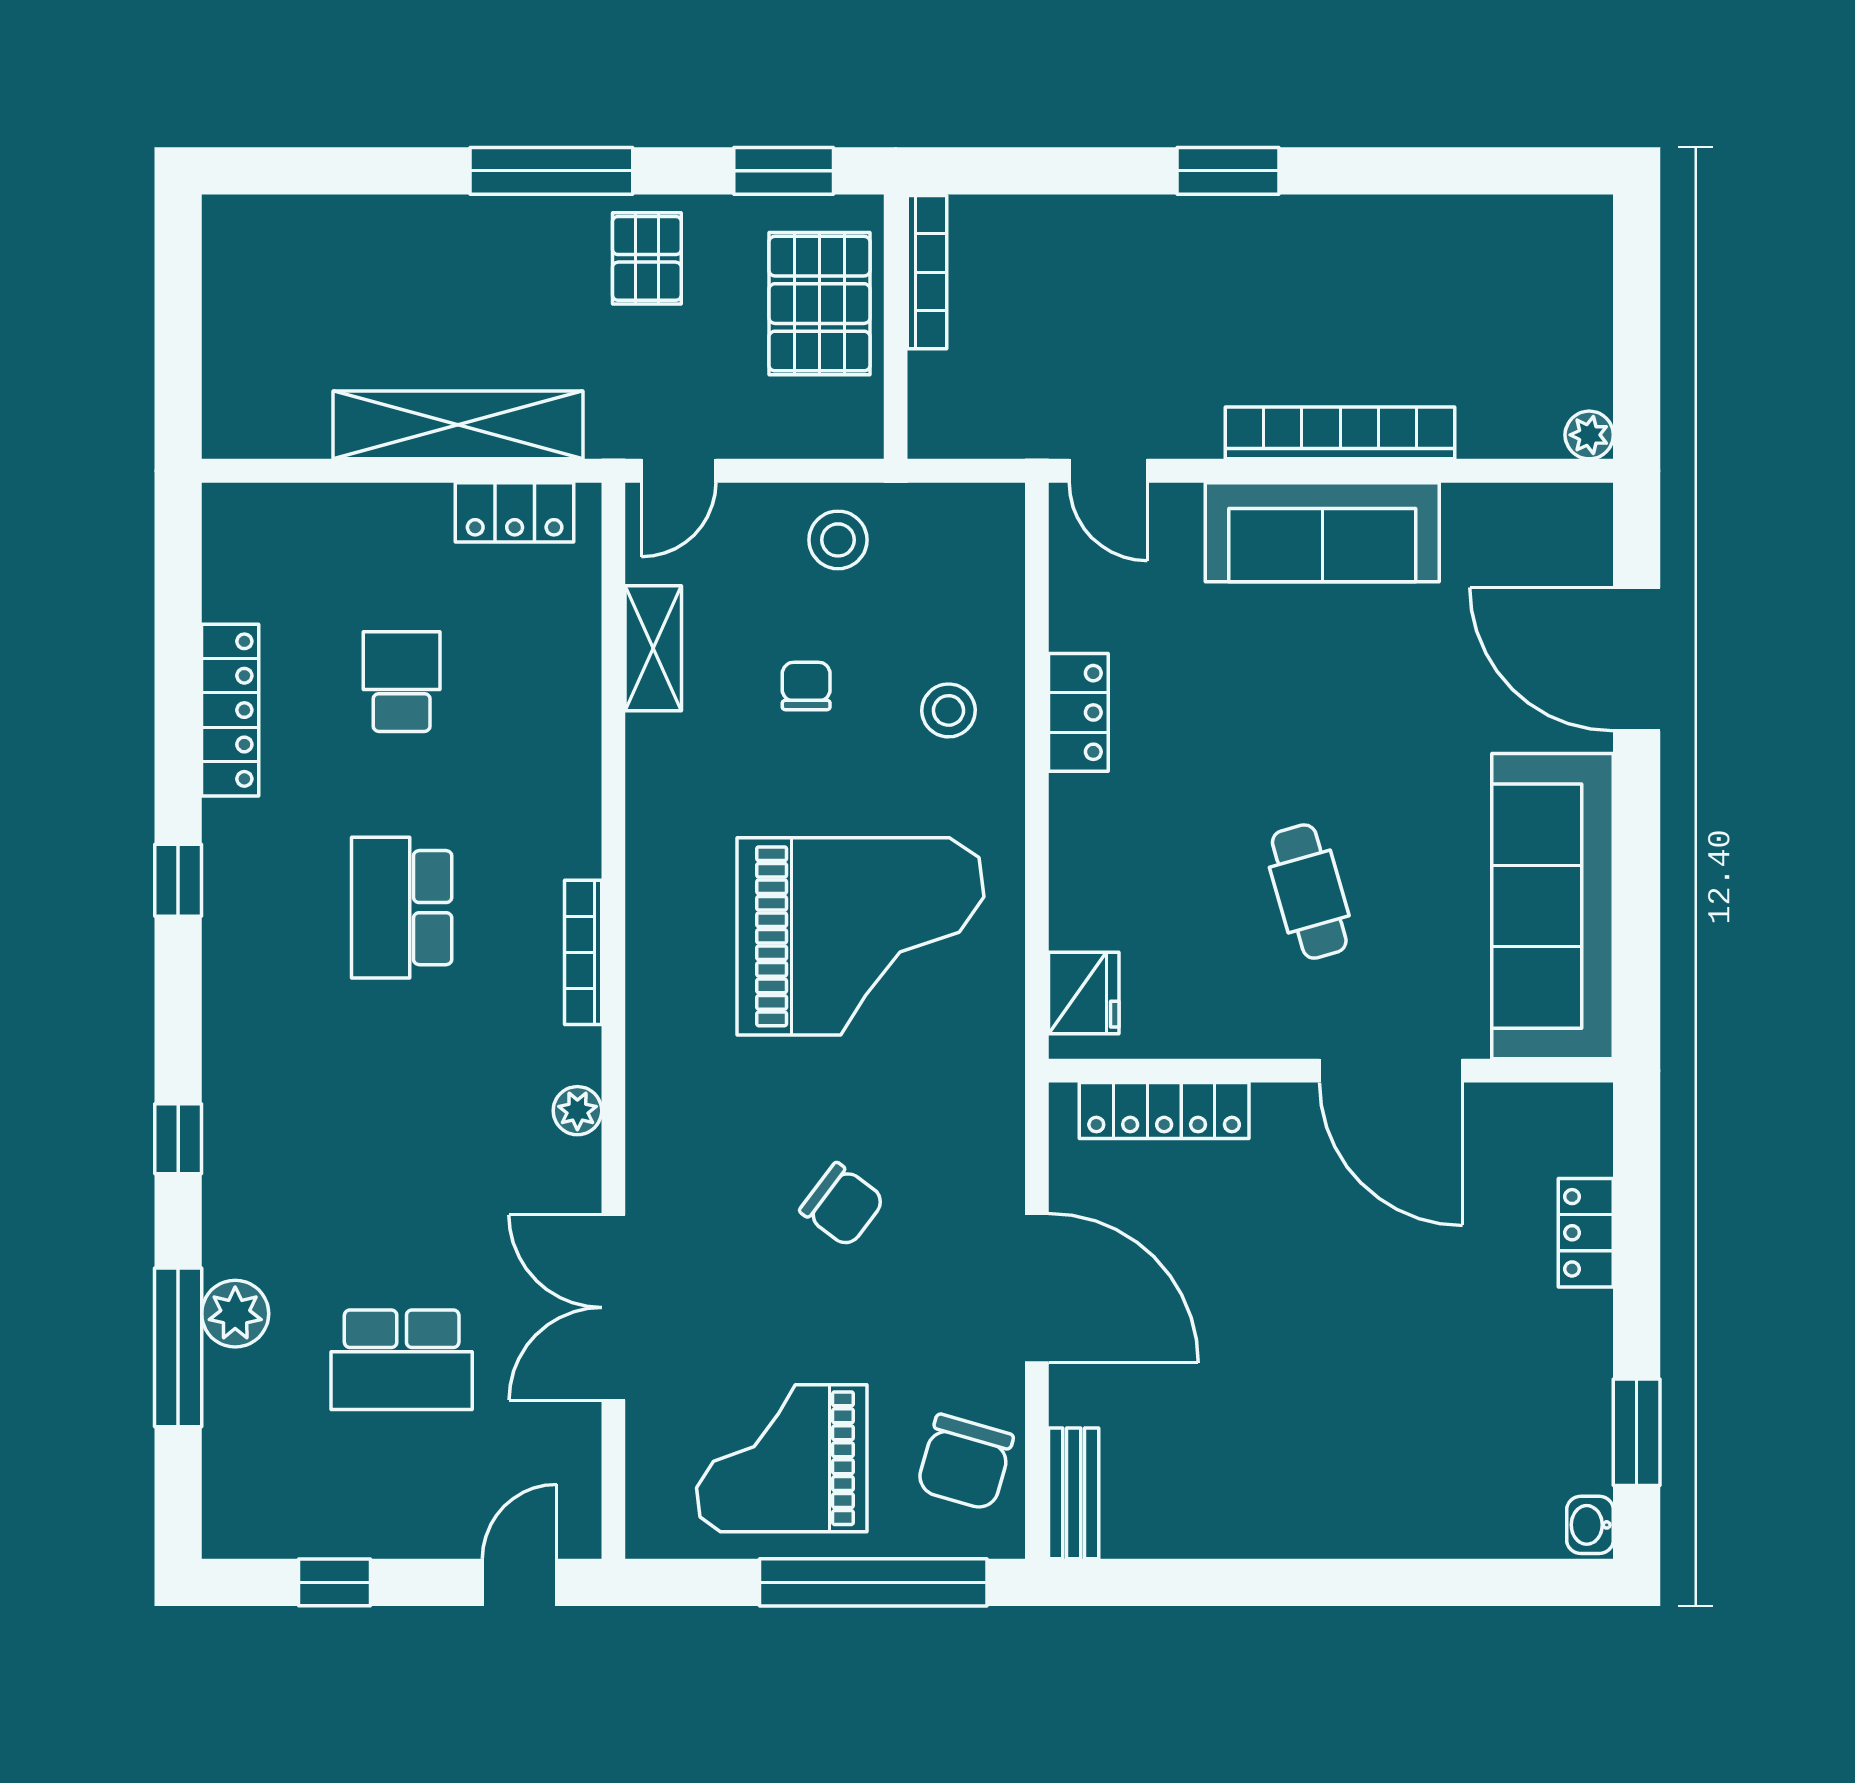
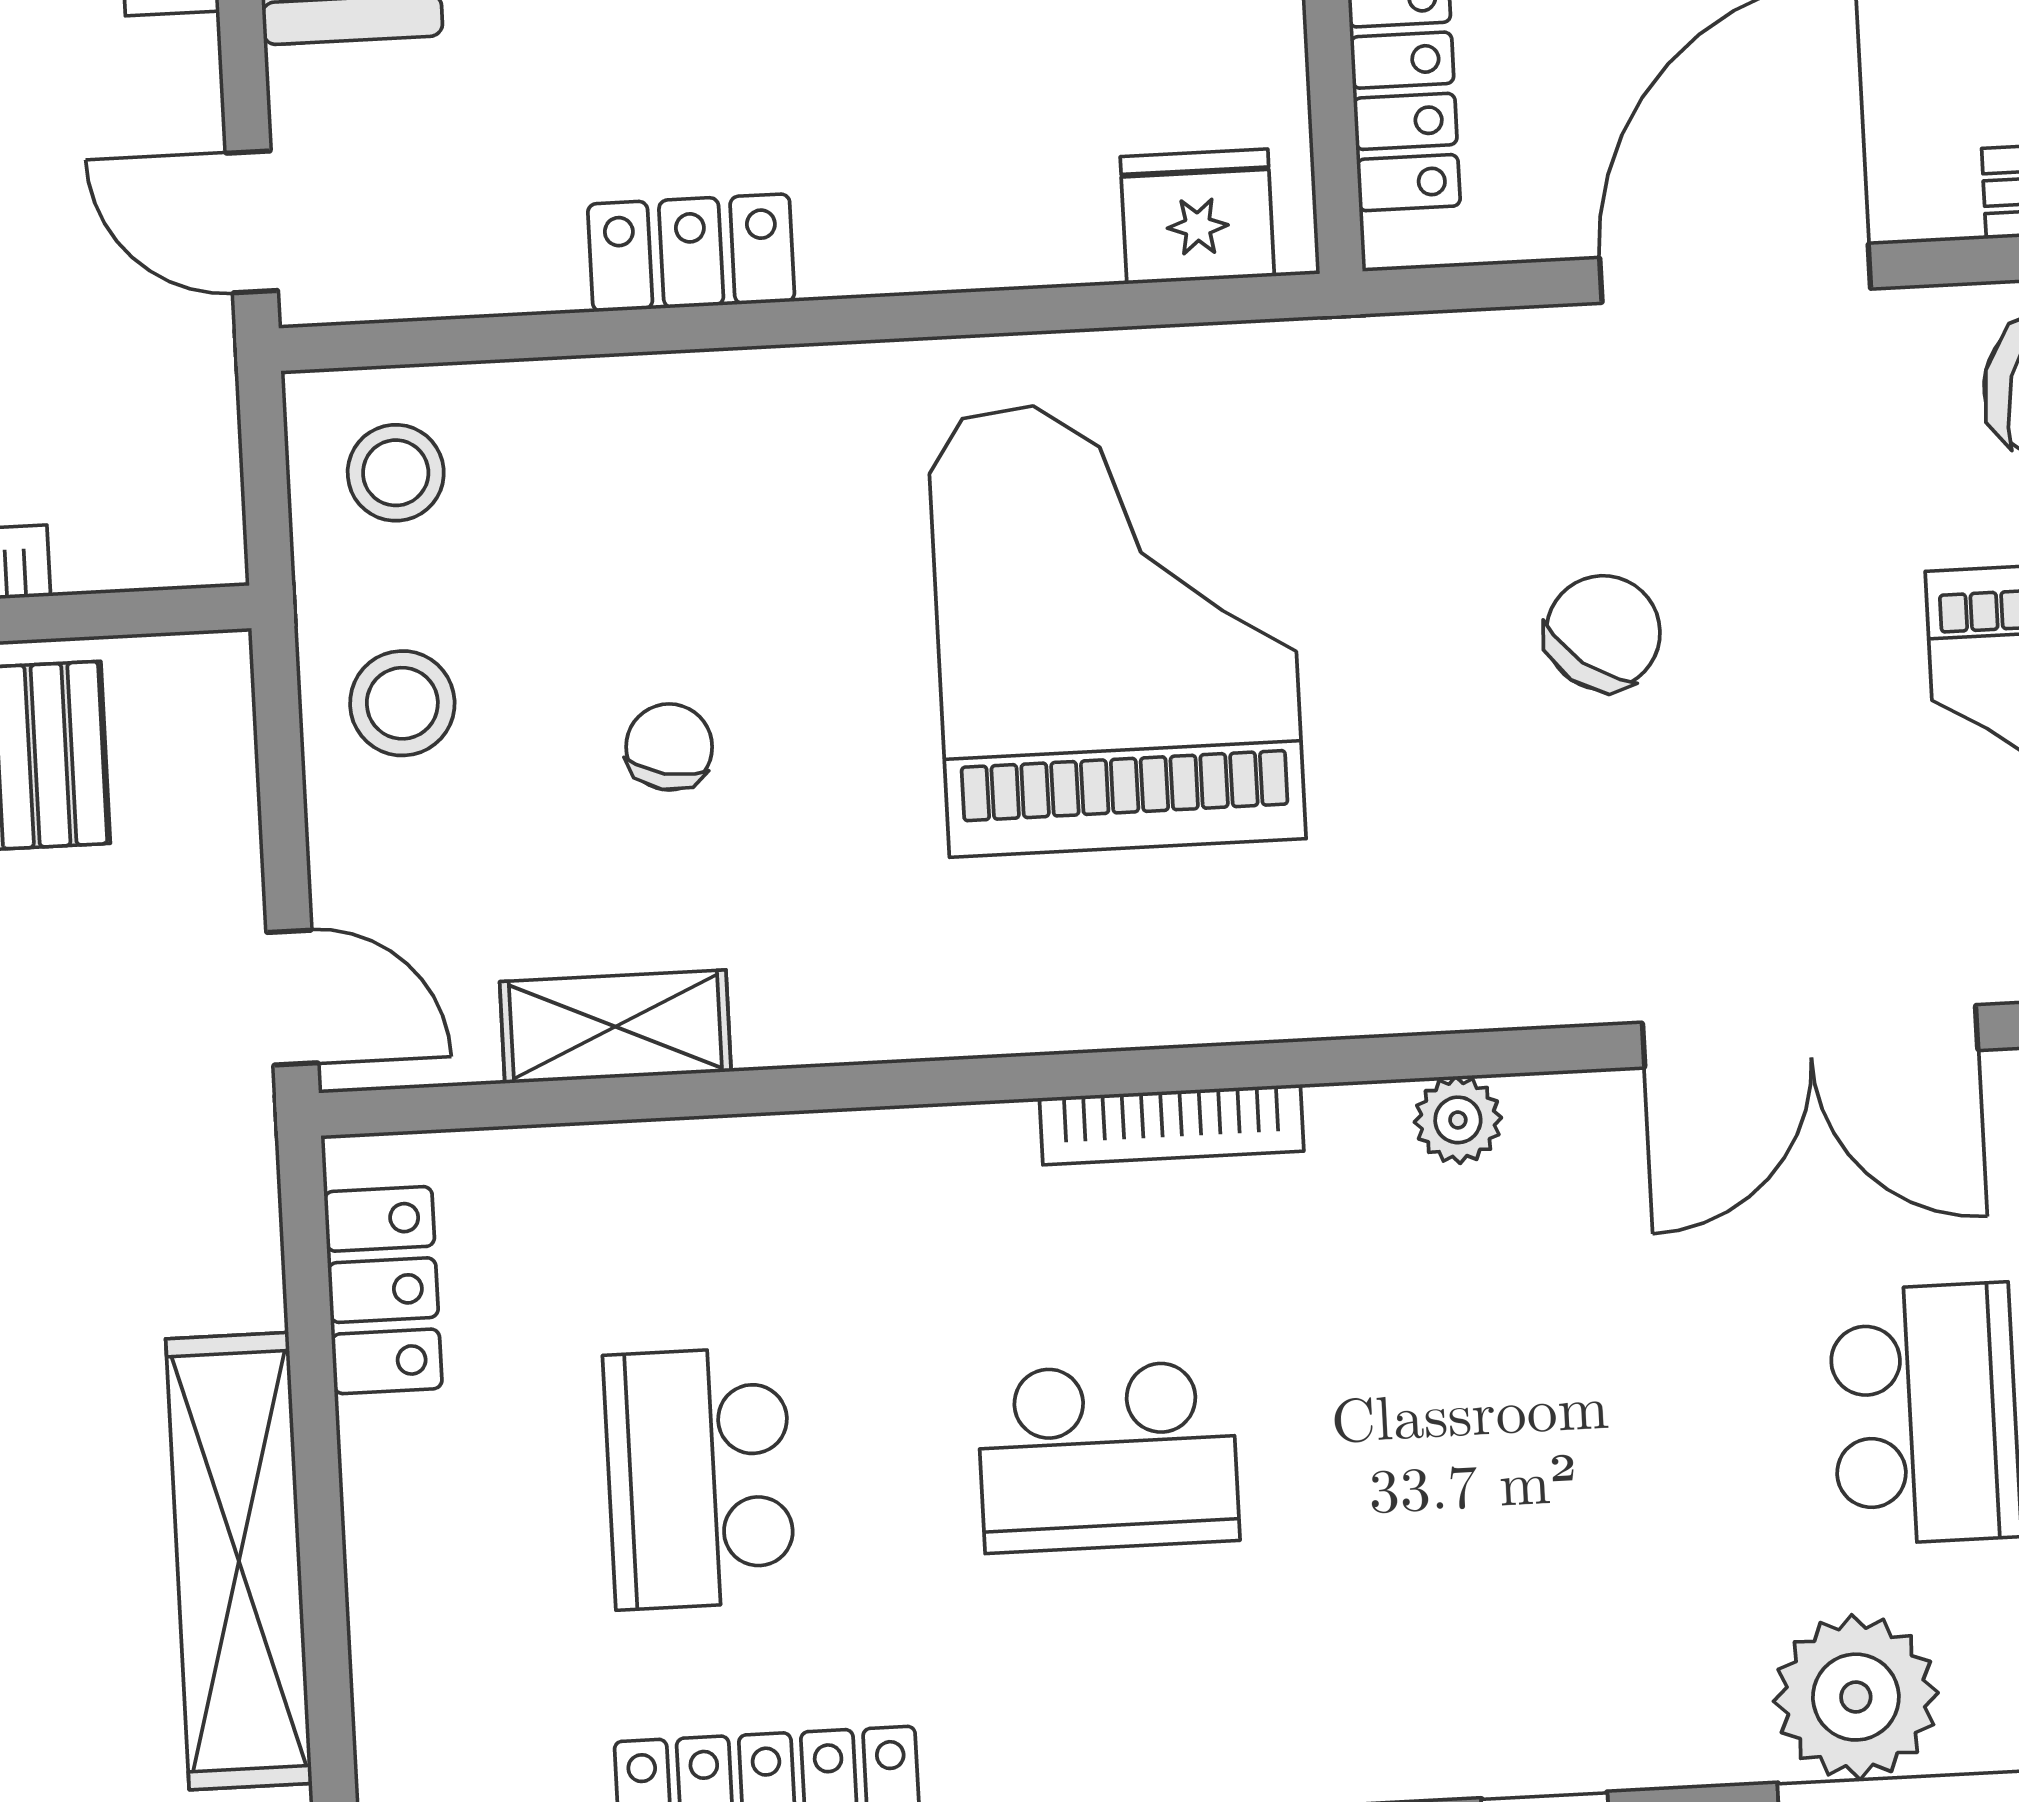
shelving: (458, 425) -> (239, 1561), moved
door: (1108, 471) -> (252, 222), swing flipped
school desk: (402, 682) -> (699, 1478), width x1.85
chair: (806, 686) -> (669, 747), turned 102
stool: (948, 710) -> (396, 473), moved
plant: (235, 1314) -> (1856, 1697), width x1.36, depth x1.36

